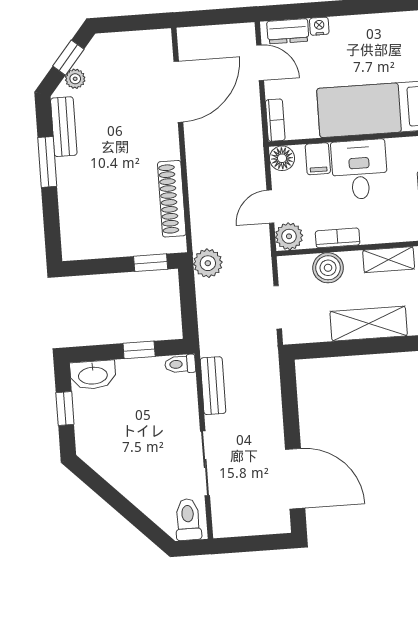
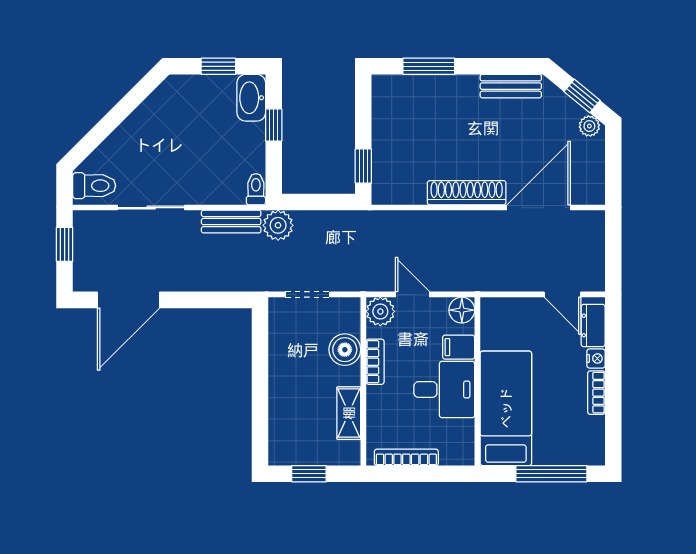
door: (260, 63) -> (563, 294), hinge flipped
plant: (75, 79) -> (589, 126), moved
door: (178, 92) -> (539, 208), swing flipped
bookcase: (275, 120) -> (596, 393), moved, turned 90
window: (47, 162) -> (429, 66), moved
shoe rack: (172, 199) -> (467, 193), moved
plant: (208, 263) -> (278, 225), moved
shelving: (369, 324) -> (284, 388), removed
window: (139, 350) -> (274, 125), moved
window: (246, 544) -> (65, 244), added

